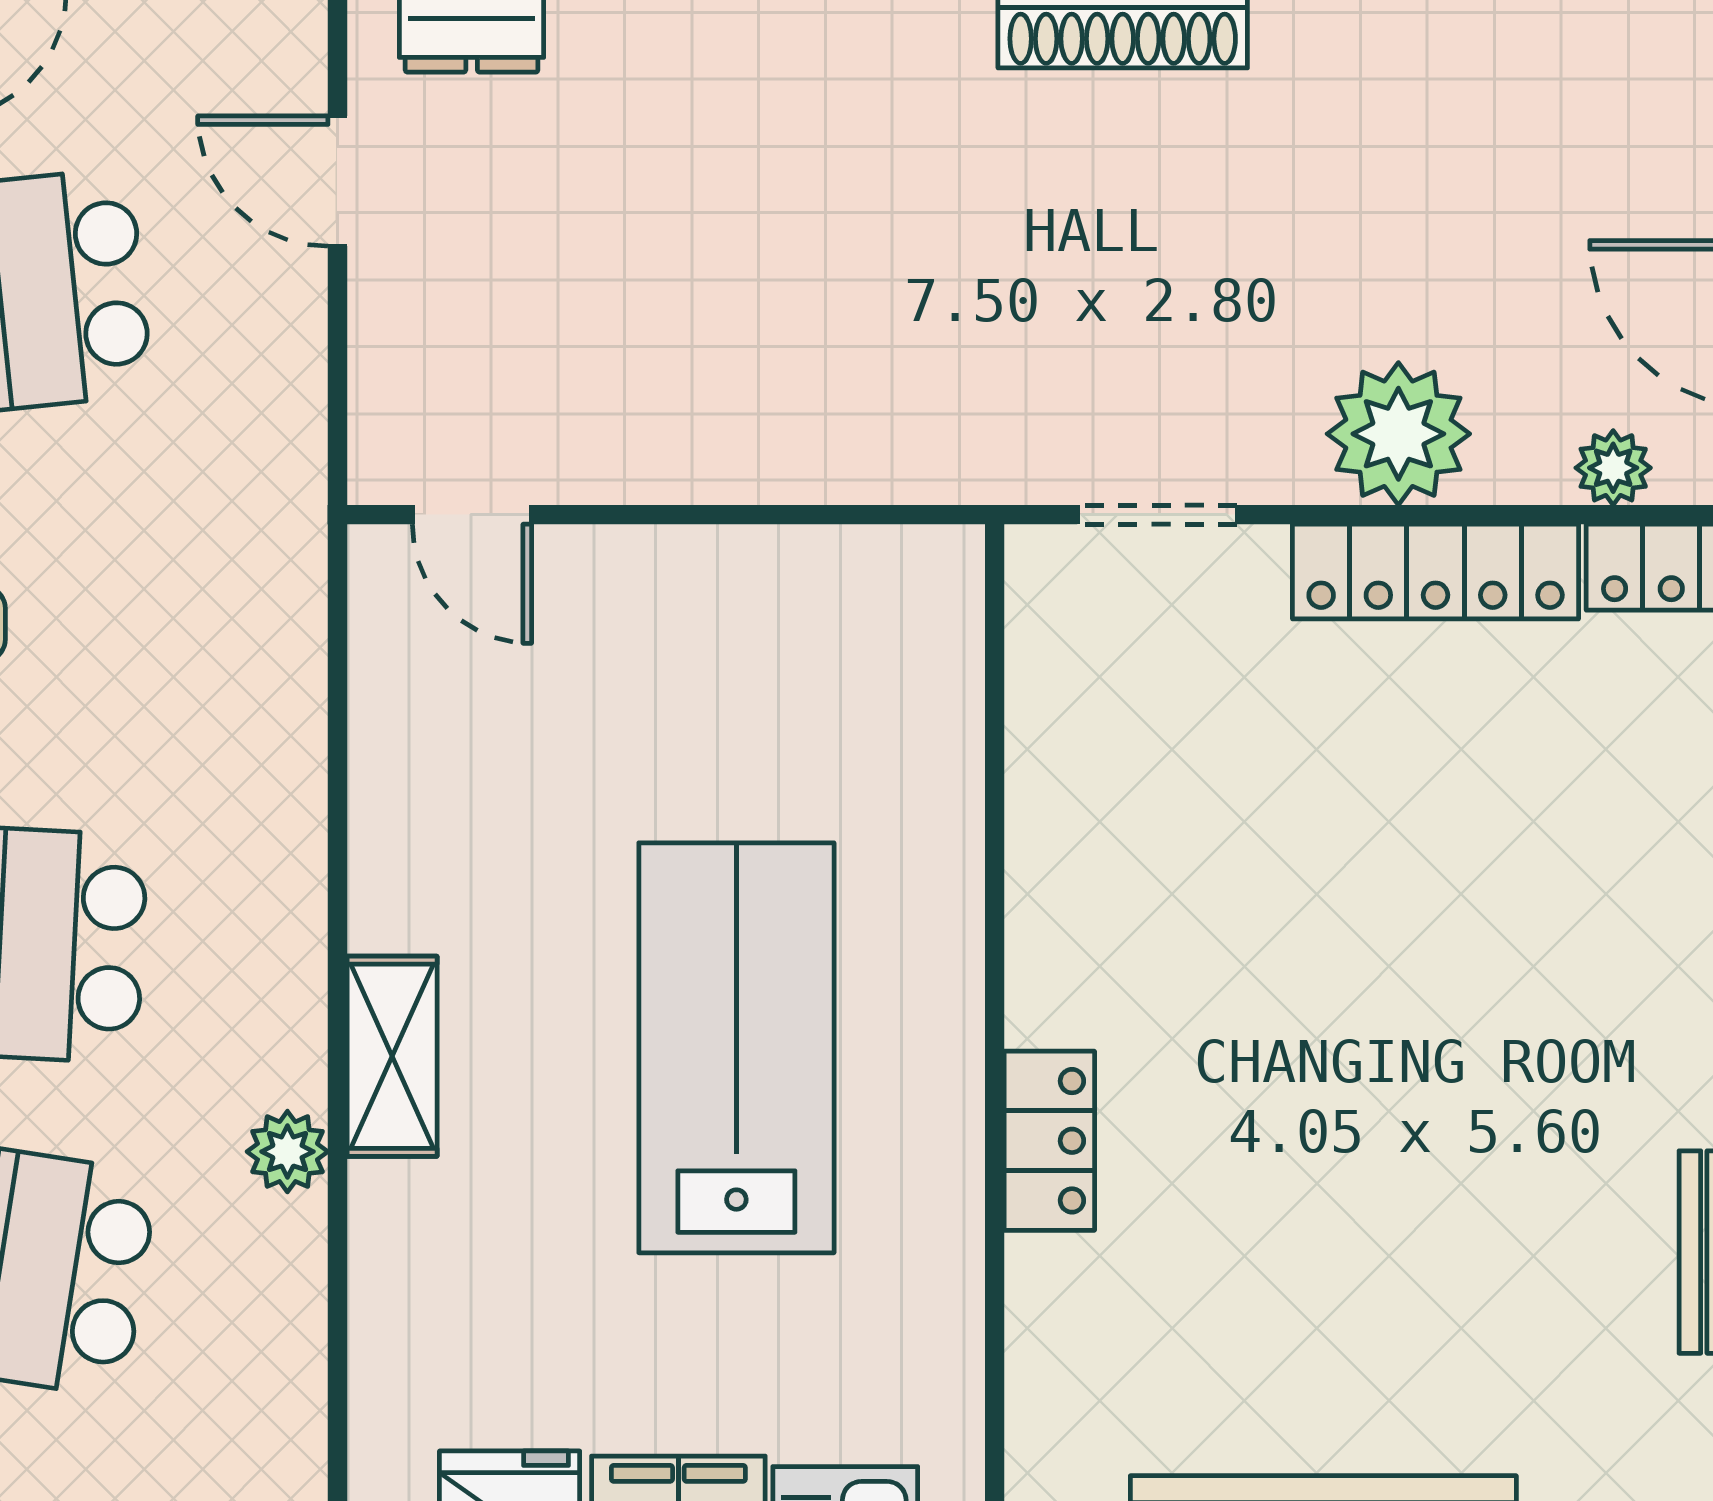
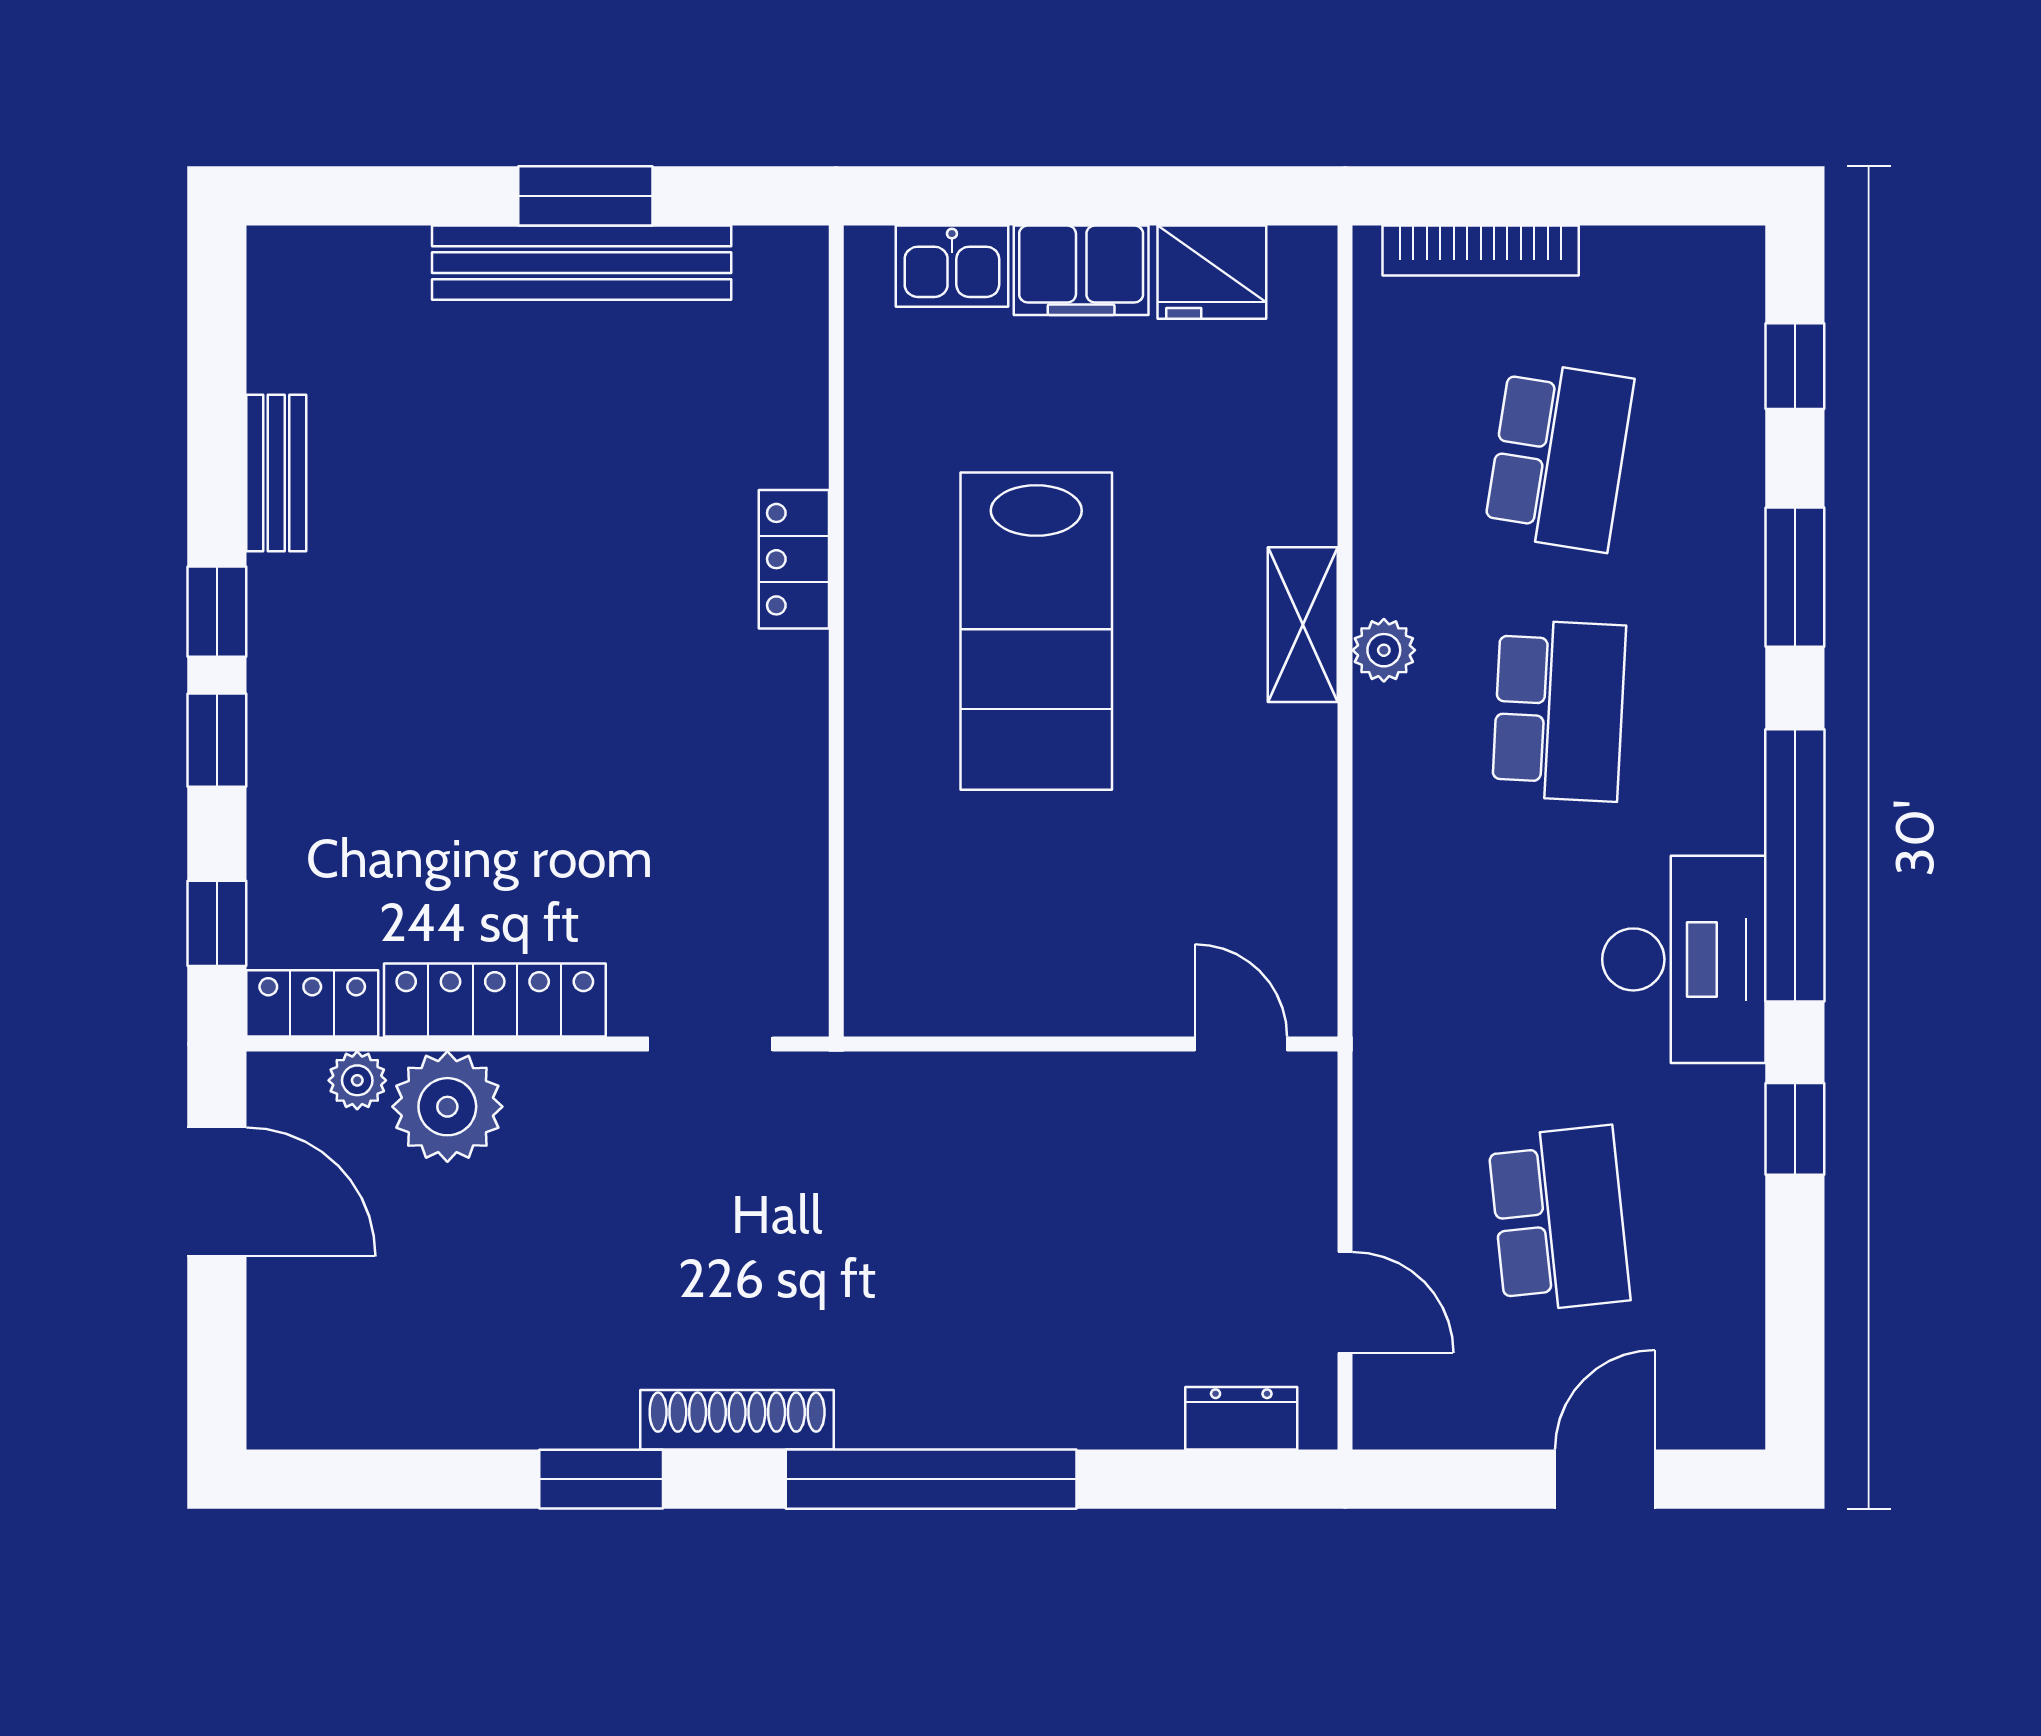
plant: (1398, 434) -> (447, 1107), moved
plant: (287, 1152) -> (1384, 650), moved

